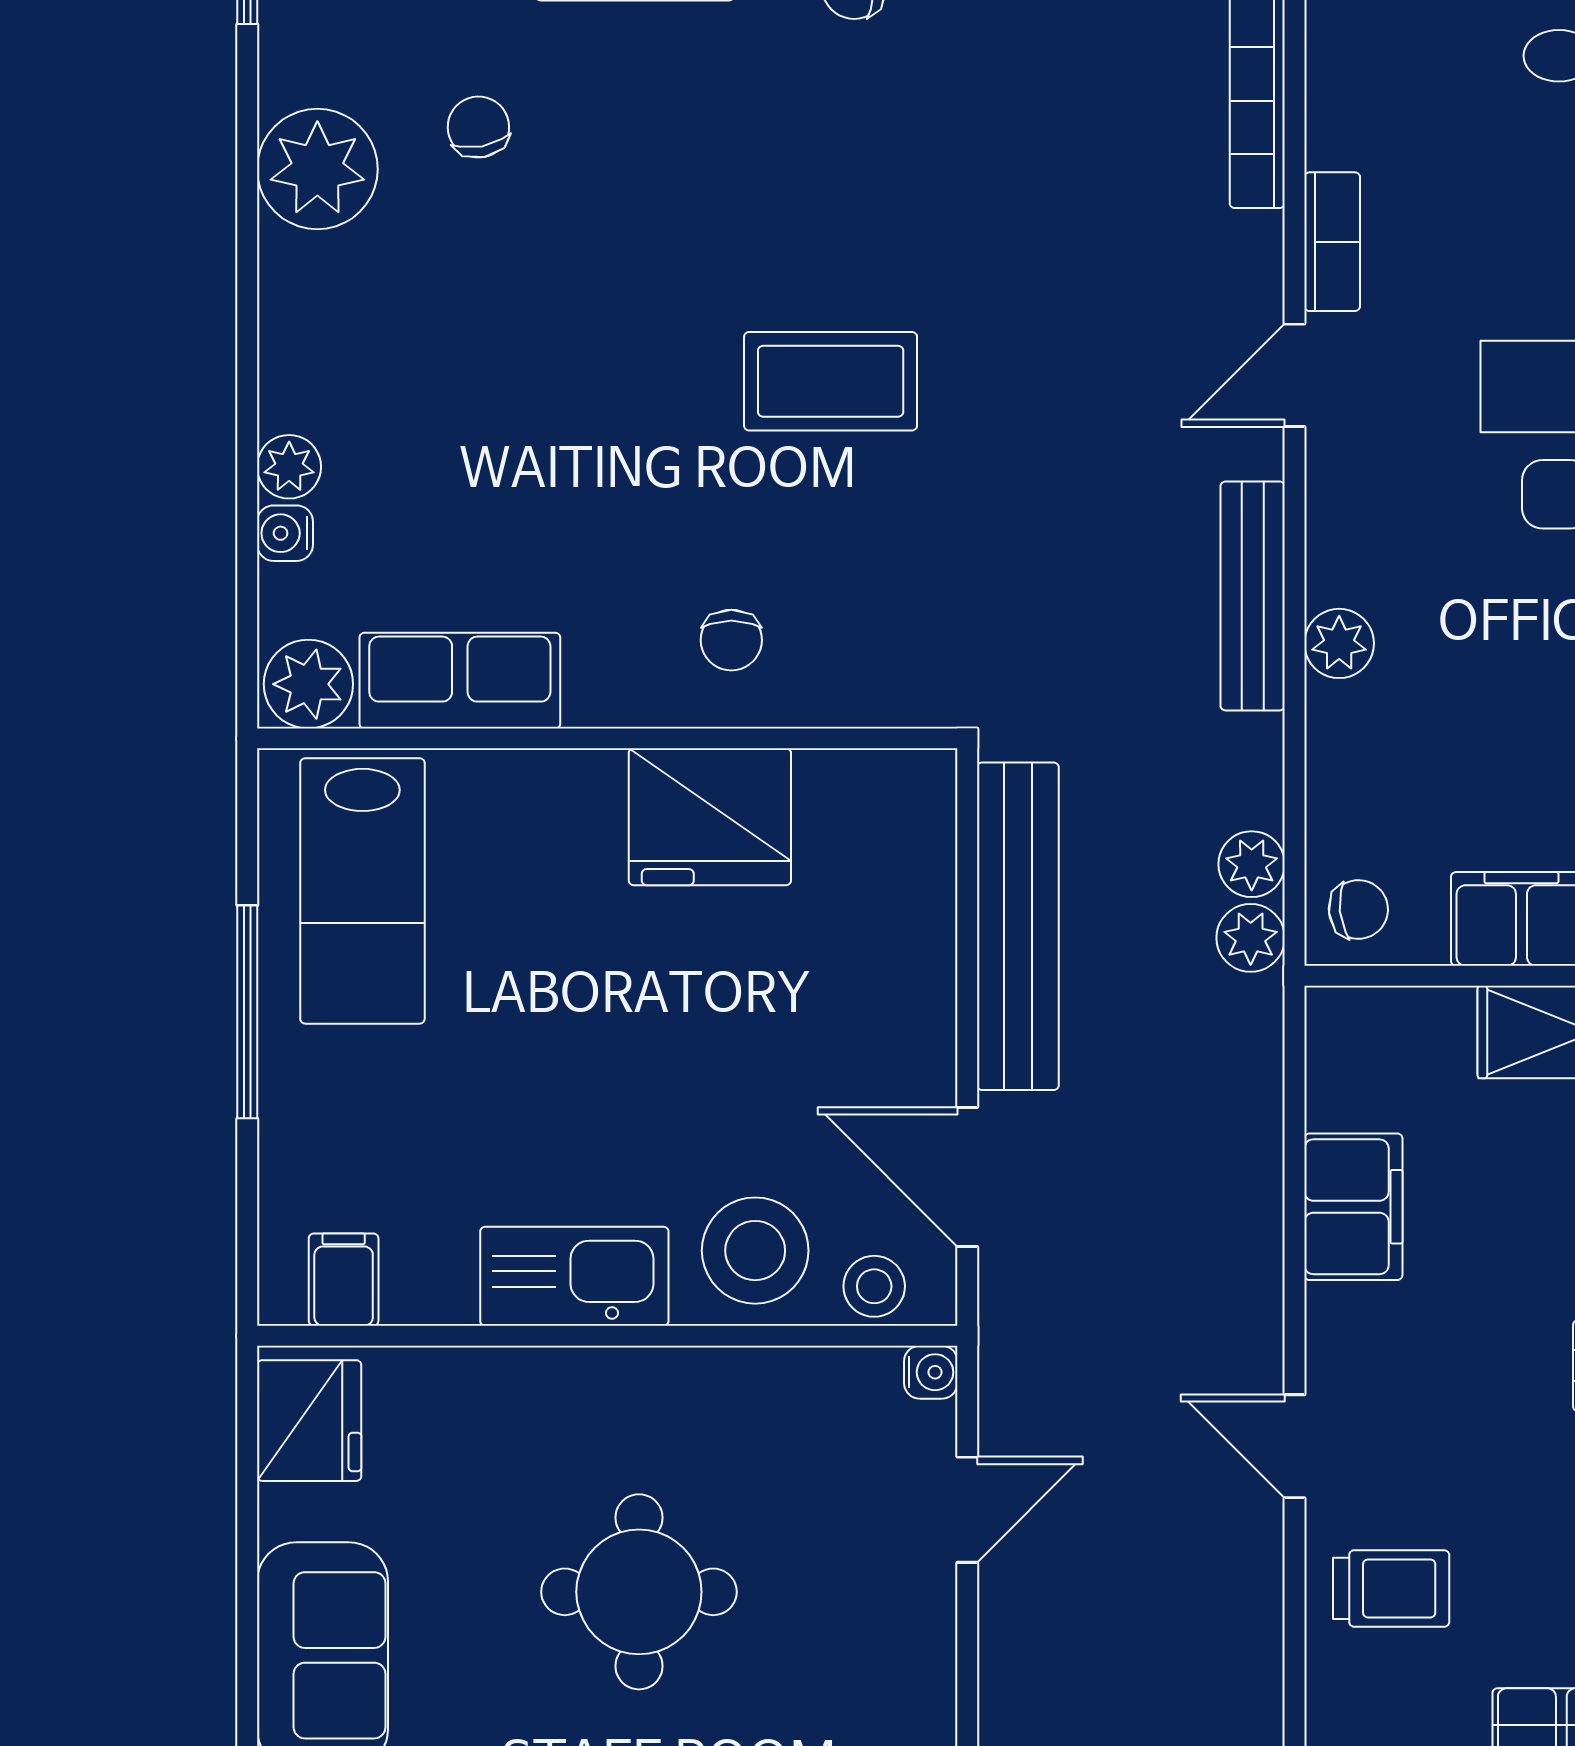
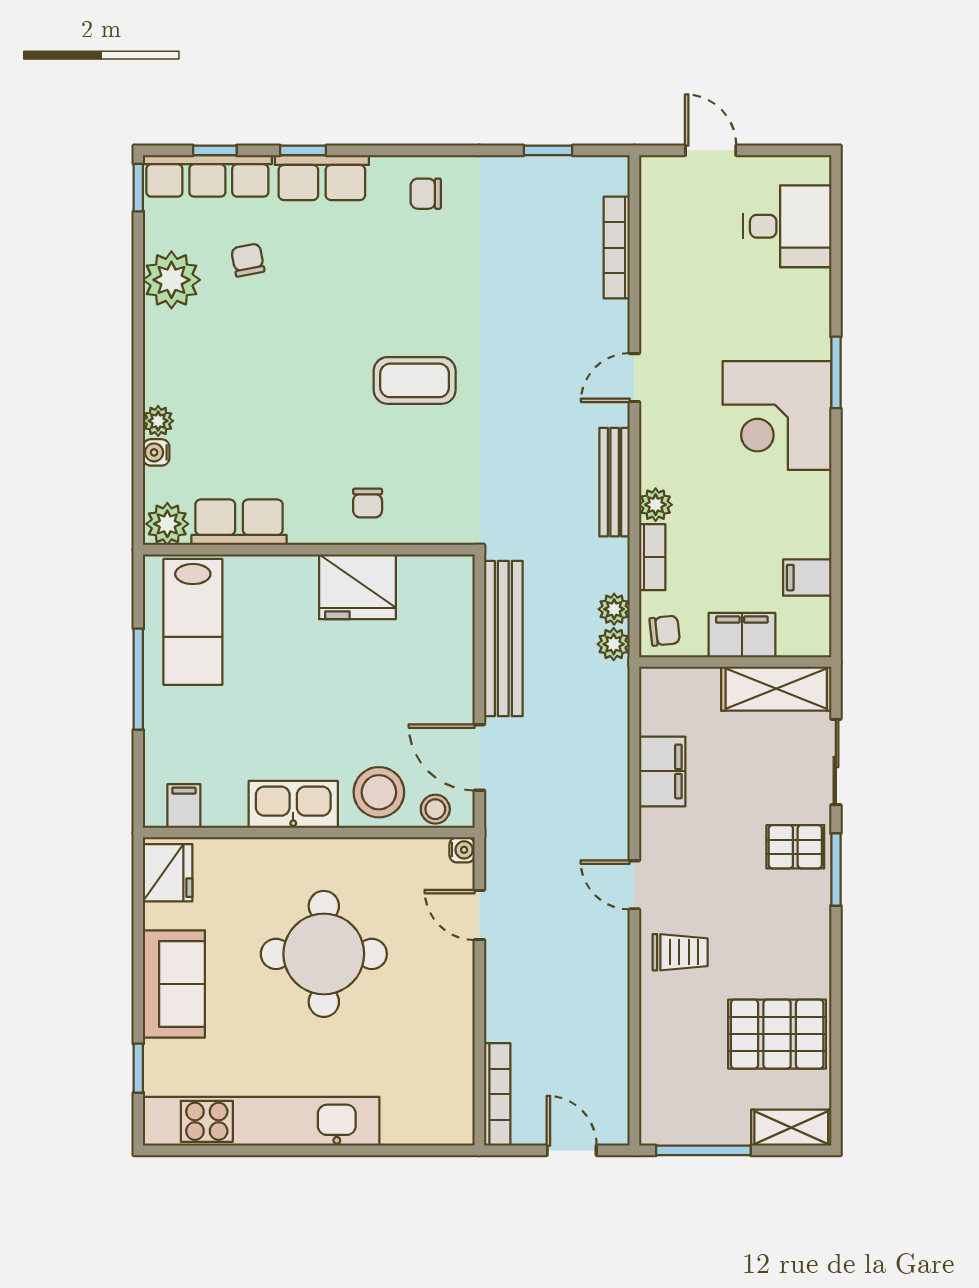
bookcase: (1332, 242) -> (652, 557), moved
door: (967, 1510) -> (479, 915), swing flipped
round table: (639, 1592) -> (324, 954), width x1.36, depth x1.36

